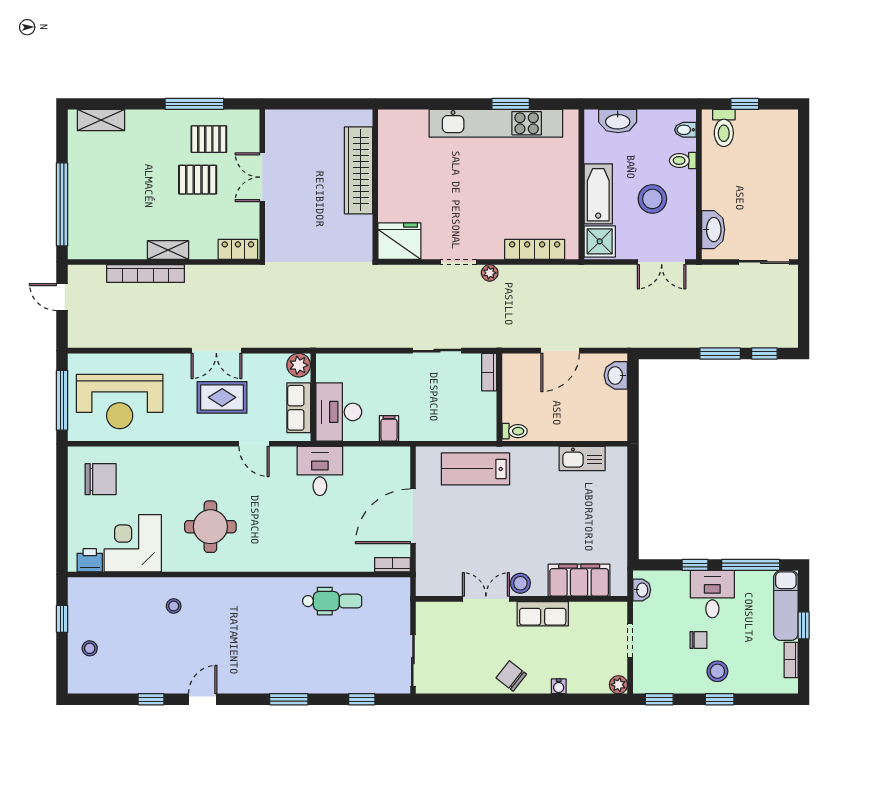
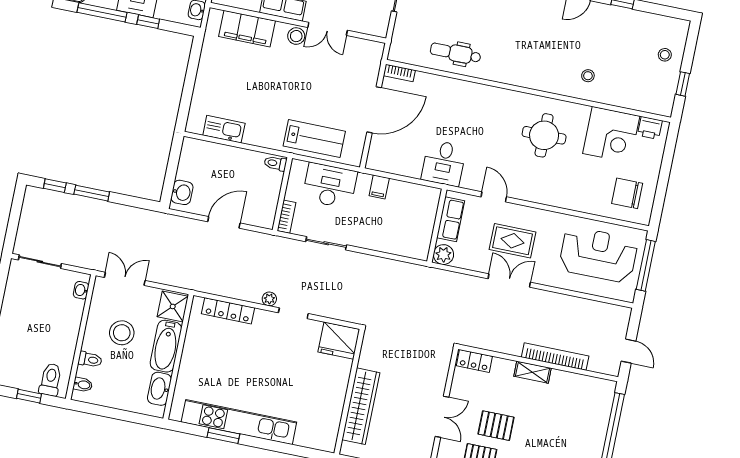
washbasin: (618, 121) -> (159, 389), moved, turned -90
washbasin: (713, 230) -> (81, 290), width x0.52, depth x0.69
desk: (339, 412) -> (330, 186), moved, turned -90

